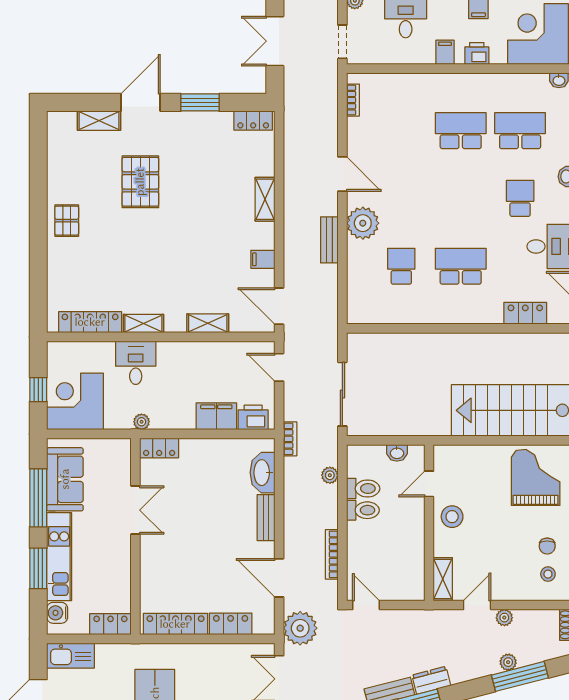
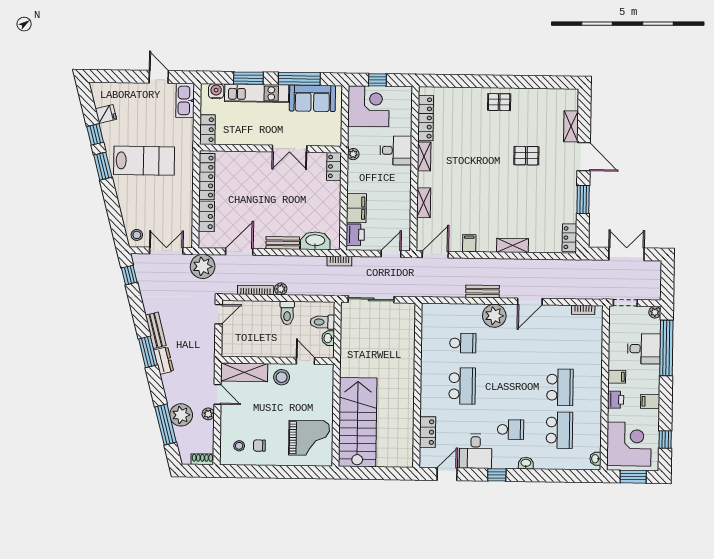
pallet: (140, 182) -> (526, 156), width x0.67, depth x0.71
plant: (330, 475) -> (281, 289), moved
toilet: (363, 489) -> (322, 322), moved, turned 90
shelving: (443, 579) -> (244, 372), width x1.50, depth x1.33
plant: (508, 662) -> (181, 415), width x1.88, depth x1.88

